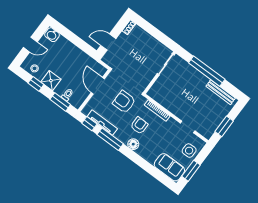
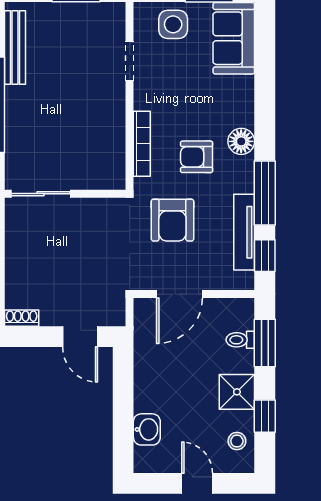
washbasin: (52, 35) -> (147, 429), moved

